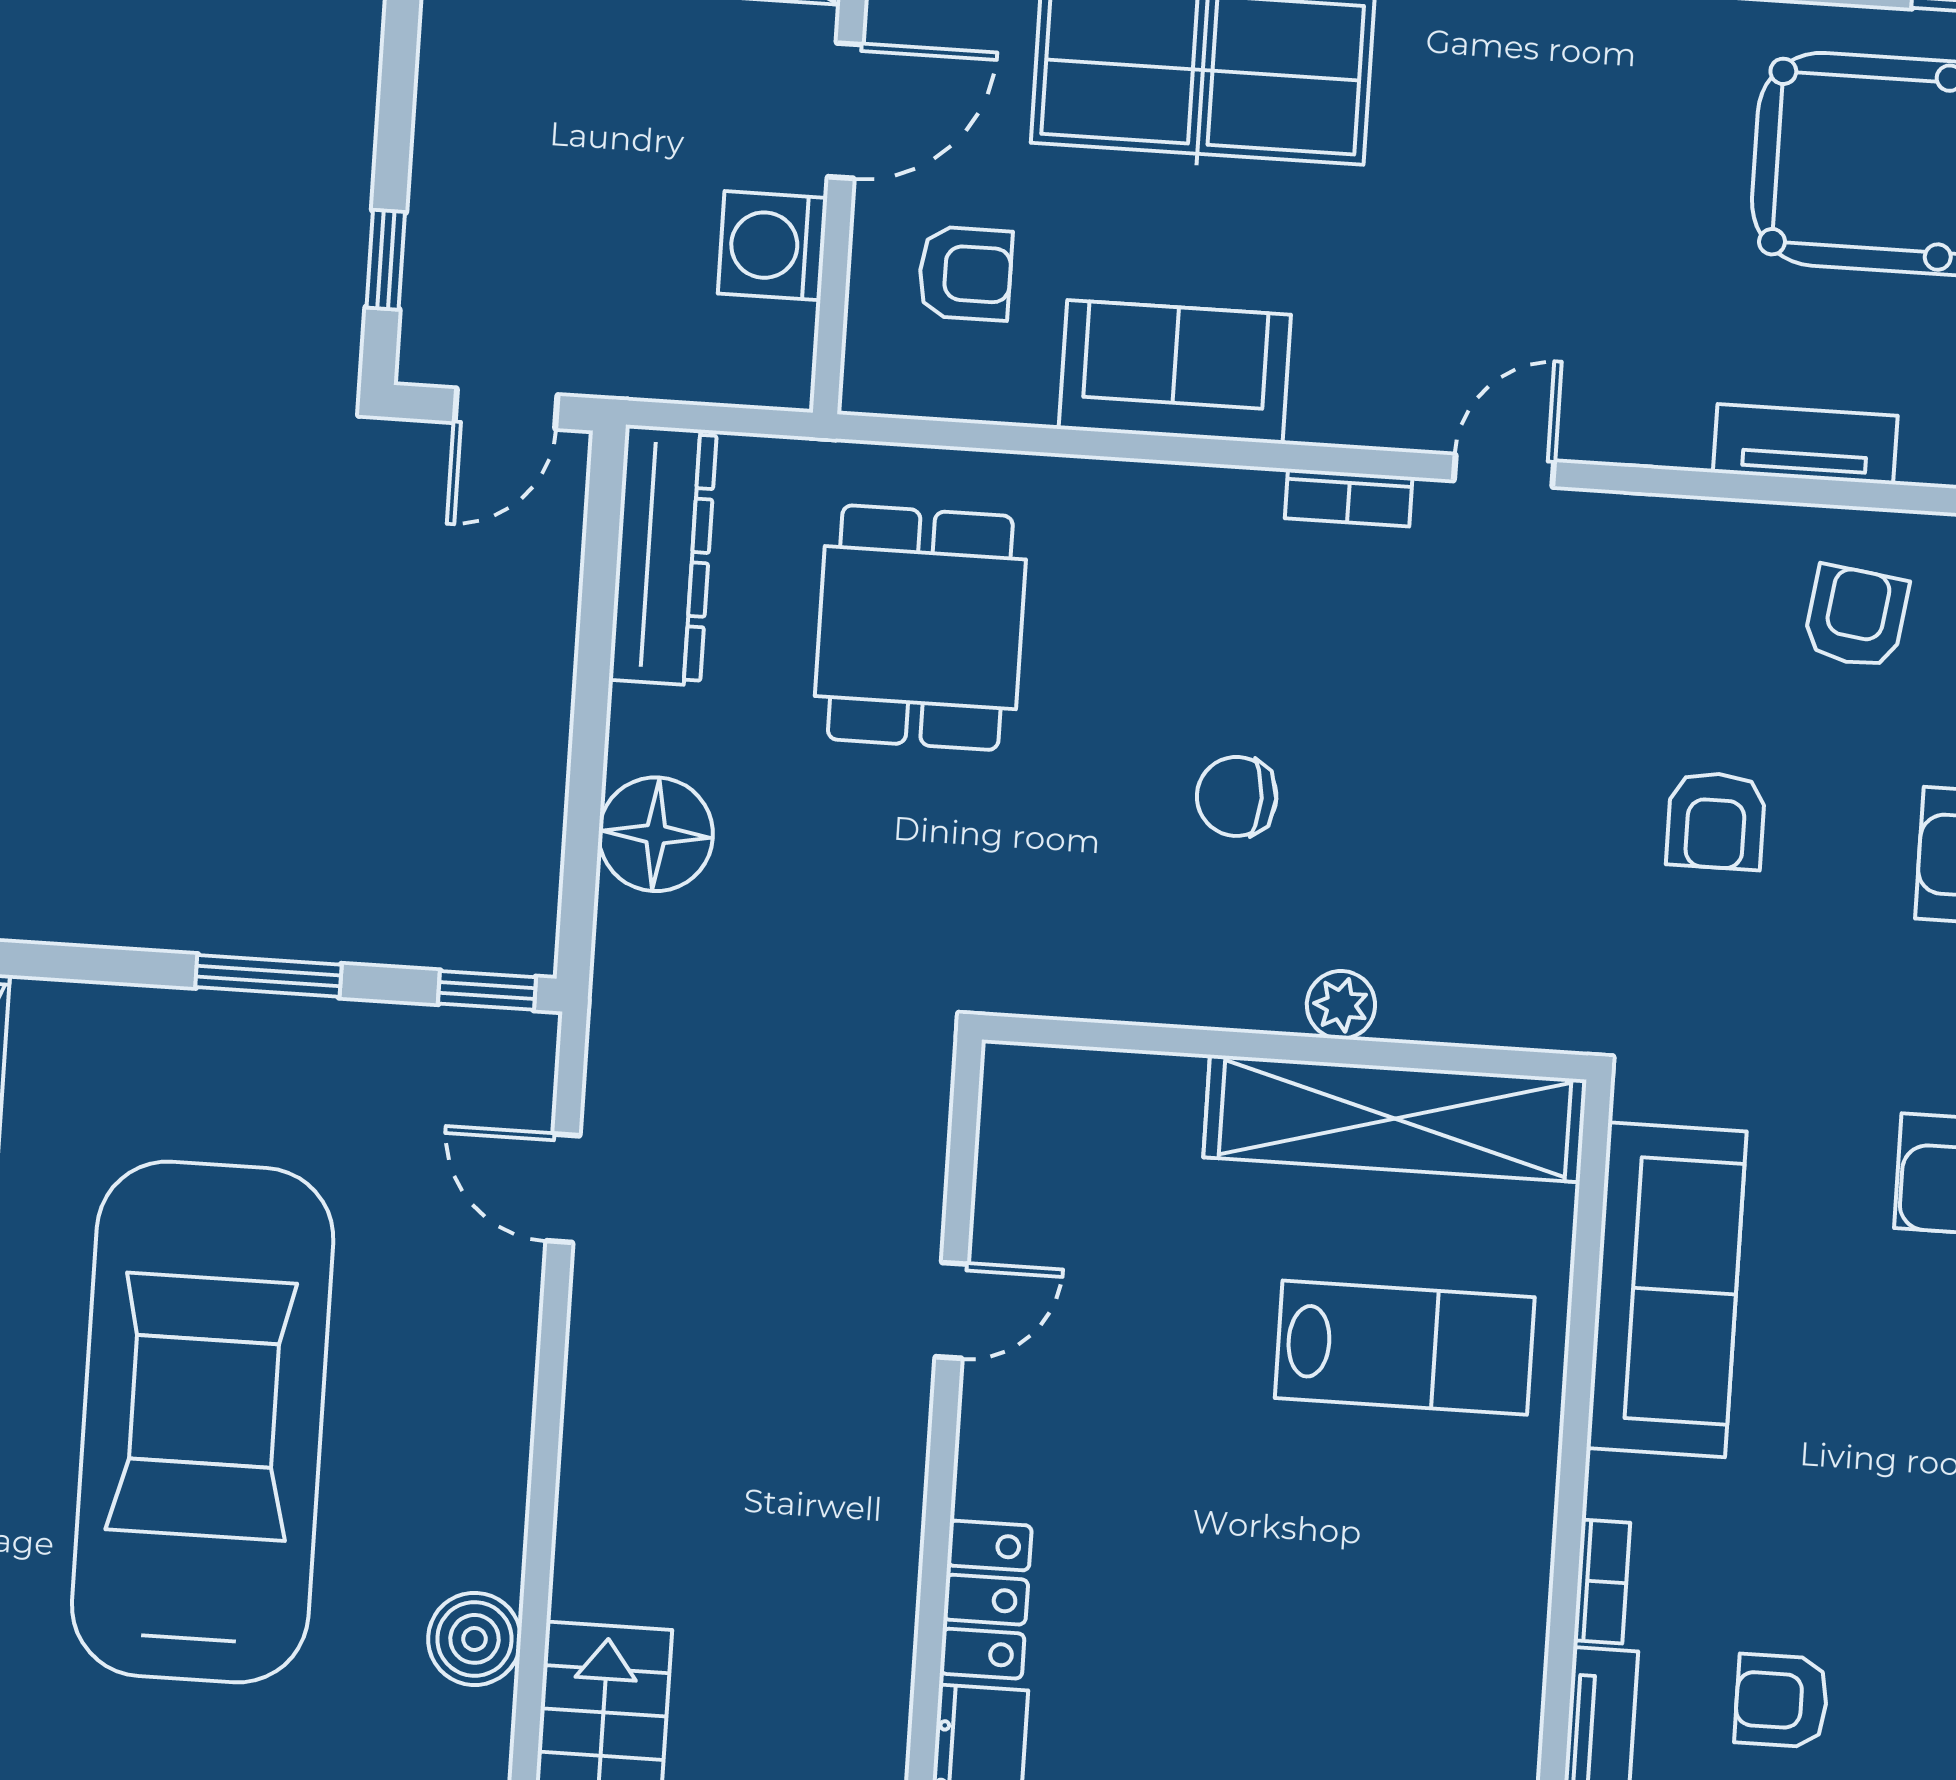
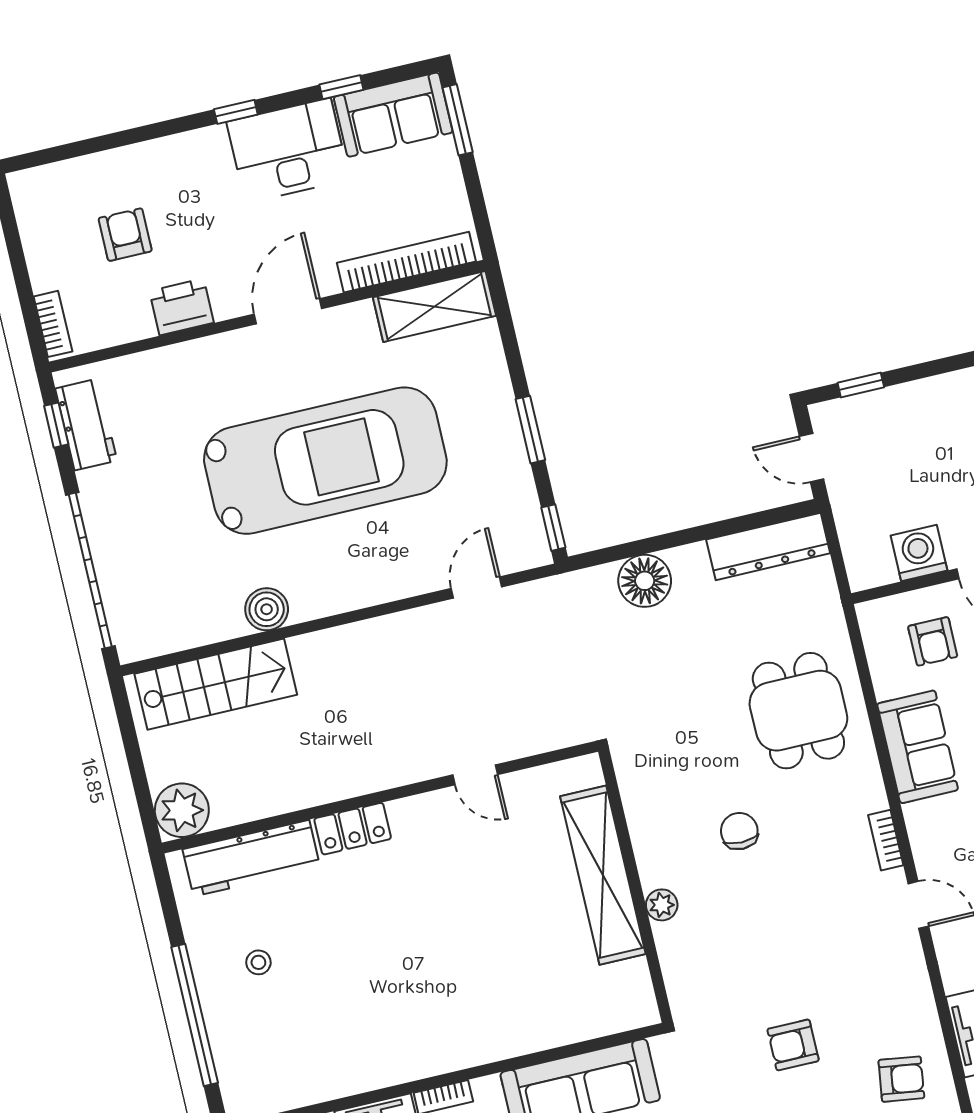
dining table: (920, 628) -> (798, 711), moved, turned 90
shelving: (1395, 1118) -> (603, 875), moved
lab bench: (1405, 1348) -> (520, 979), removed

